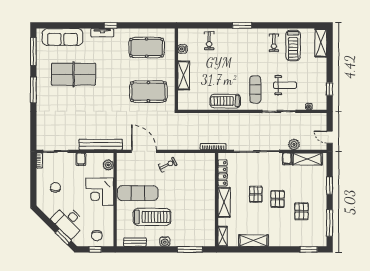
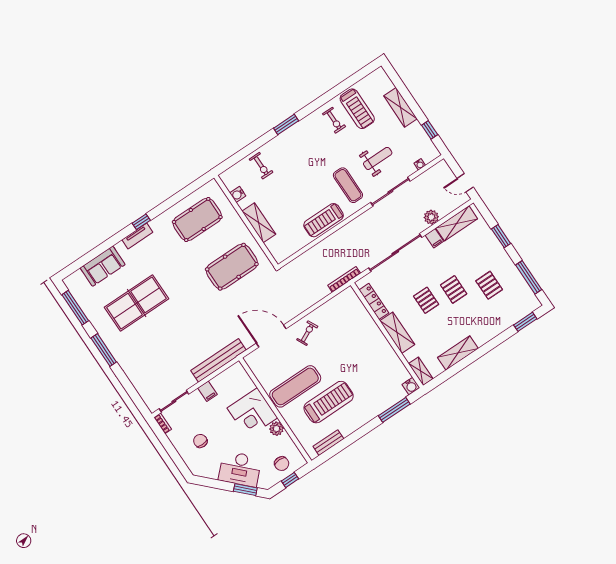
sofa: (62, 37) -> (103, 266), width x0.73
shelving: (321, 43) -> (400, 107), moved
plant: (108, 165) -> (277, 429), moved
water cooler: (165, 241) -> (411, 386), moved

